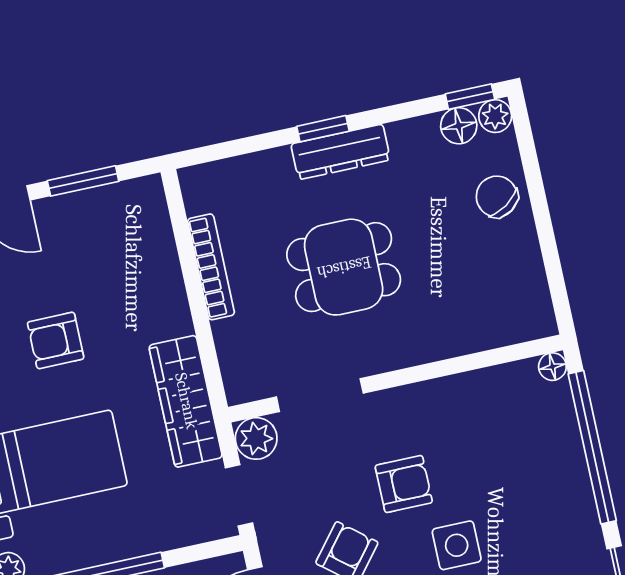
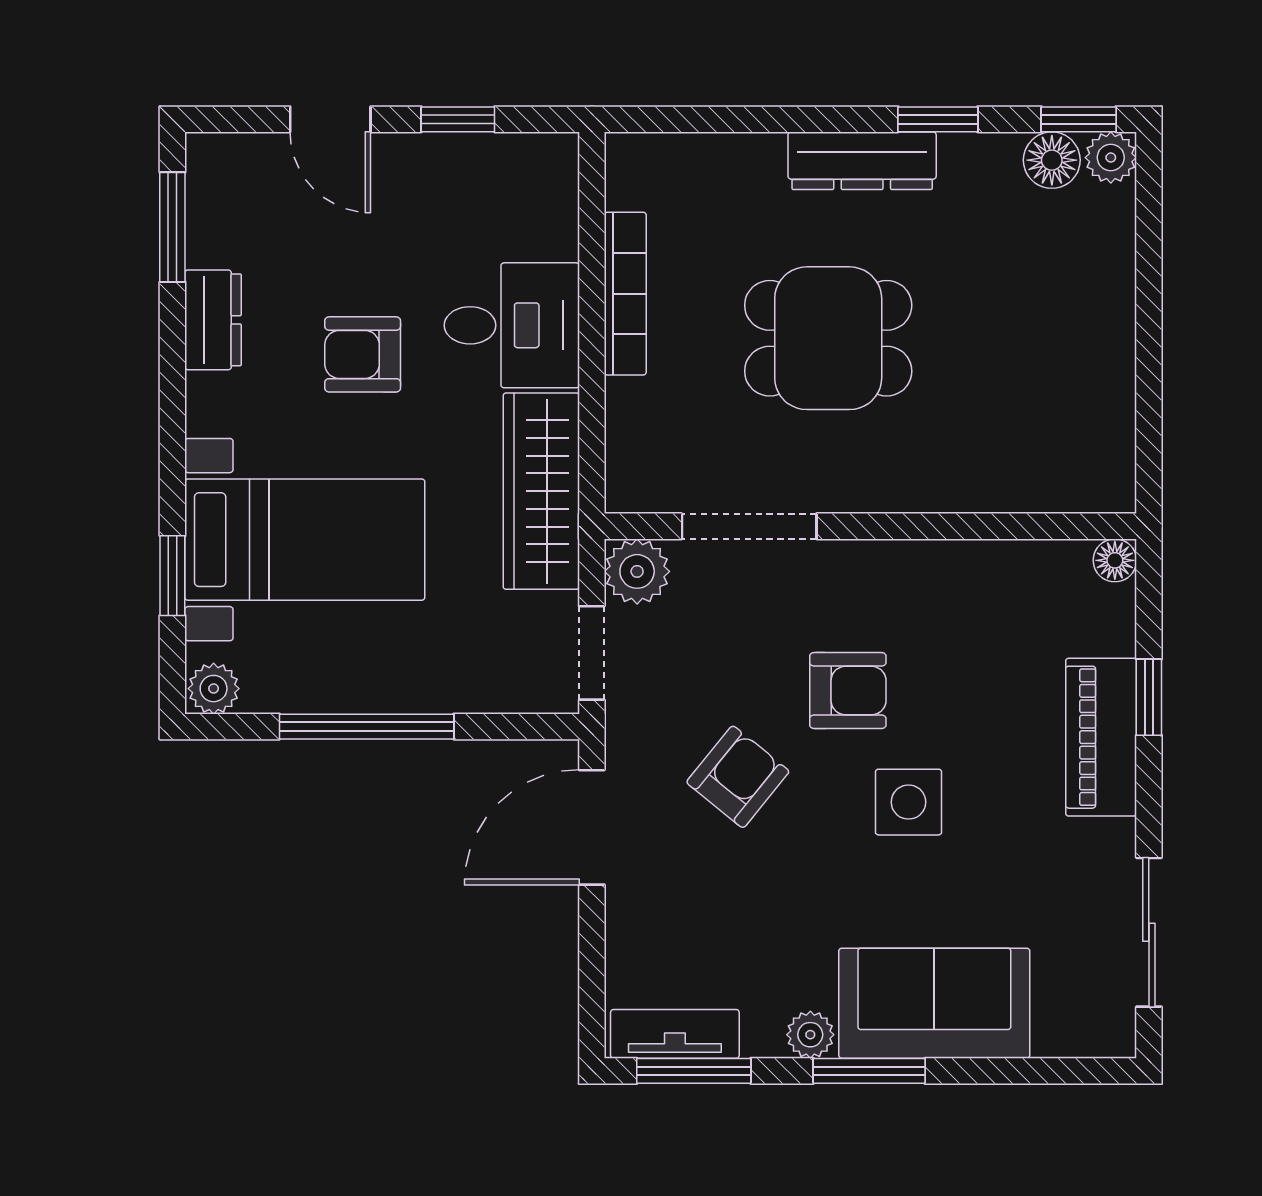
window: (323, 129) -> (938, 119), moved
window: (83, 181) -> (458, 119), width x0.67
chair: (497, 197) -> (1086, 281), removed
desk: (145, 302) -> (512, 325), added
window: (592, 447) -> (1149, 697), width x0.32
piano: (568, 479) -> (1101, 737), added

